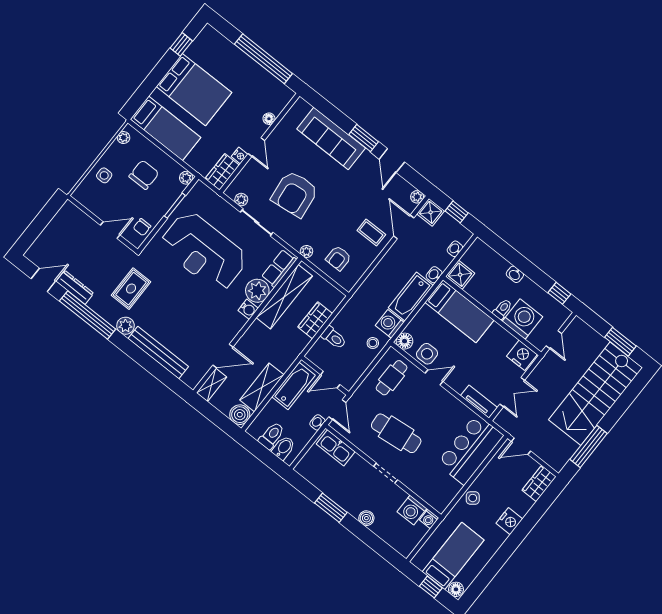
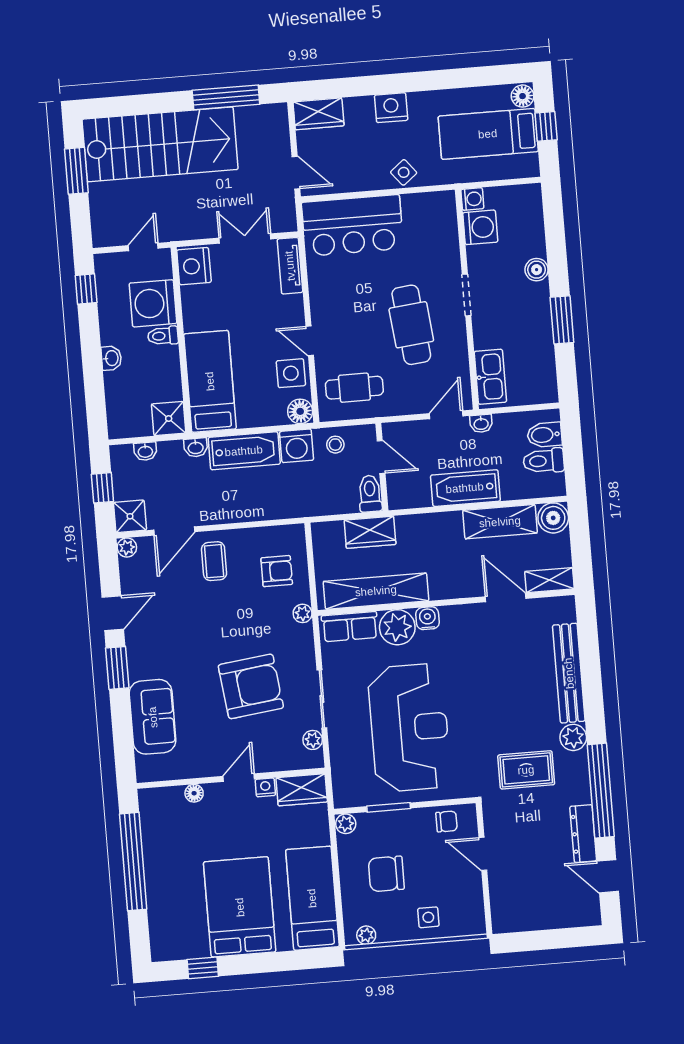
sofa: (331, 138) -> (153, 717), width x0.73
wall: (325, 376) -> (382, 467), moved
door: (330, 380) -> (381, 457), moved

